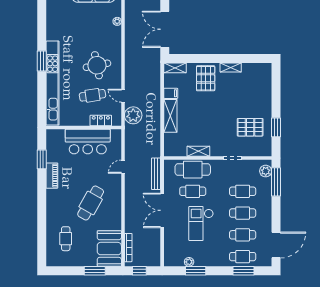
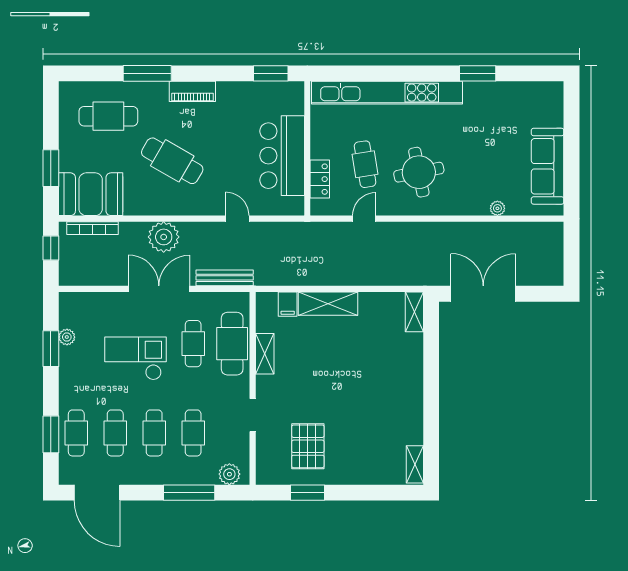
window: (42, 61) -> (478, 73), moved
shelving: (231, 67) -> (415, 464), moved
pallet: (206, 78) -> (396, 367), removed
filing cabinet: (171, 93) -> (288, 304), moved
plant: (133, 115) -> (164, 237), moved
window: (42, 159) -> (271, 73), moved
piano: (52, 176) -> (192, 91), moved
window: (276, 182) -> (189, 493), moved
window: (42, 217) -> (147, 73), added
cafe table: (66, 239) -> (108, 116), width x1.37, depth x1.35

